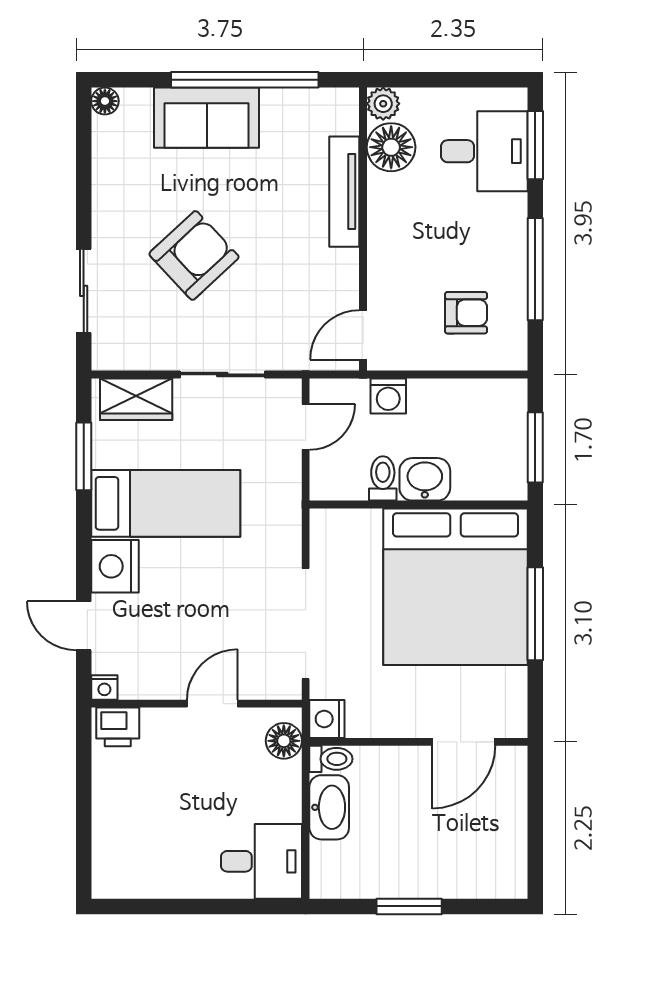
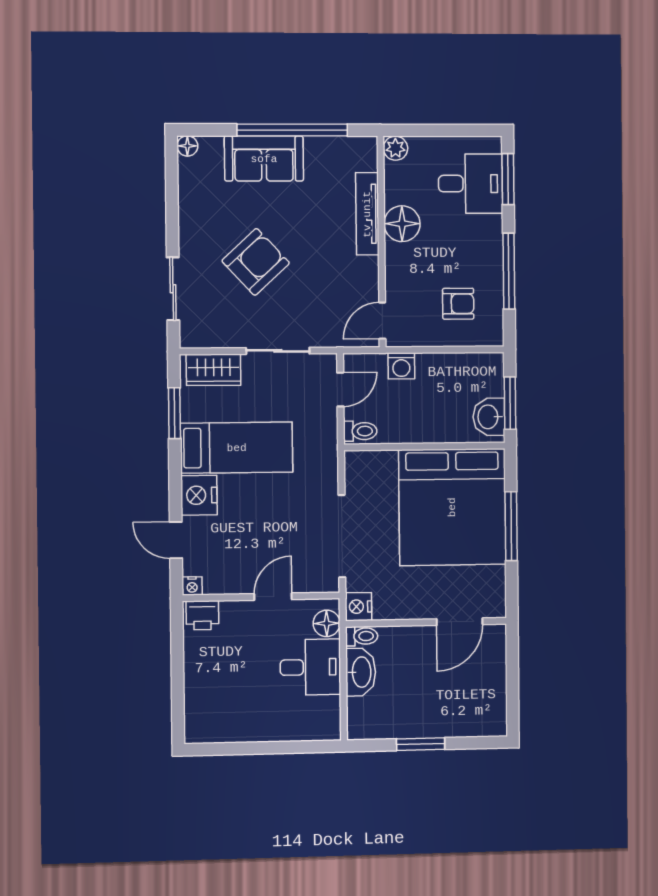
floor lamp: (391, 147) -> (402, 224), moved
toilet: (383, 478) -> (360, 431), moved, turned 90
washbasin: (425, 479) -> (489, 417), moved, turned -90
desk: (261, 861) -> (310, 667), moved

